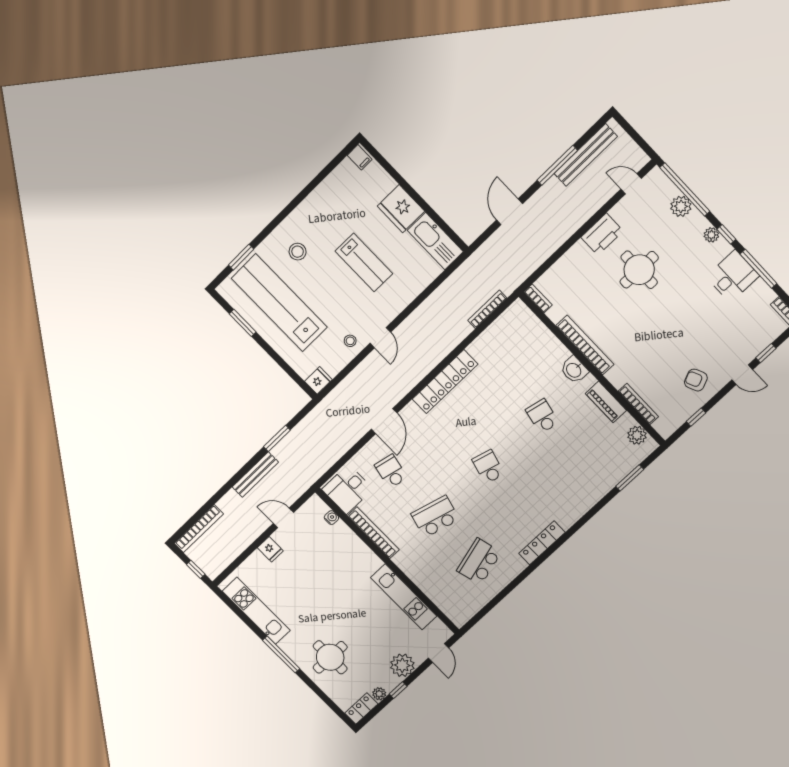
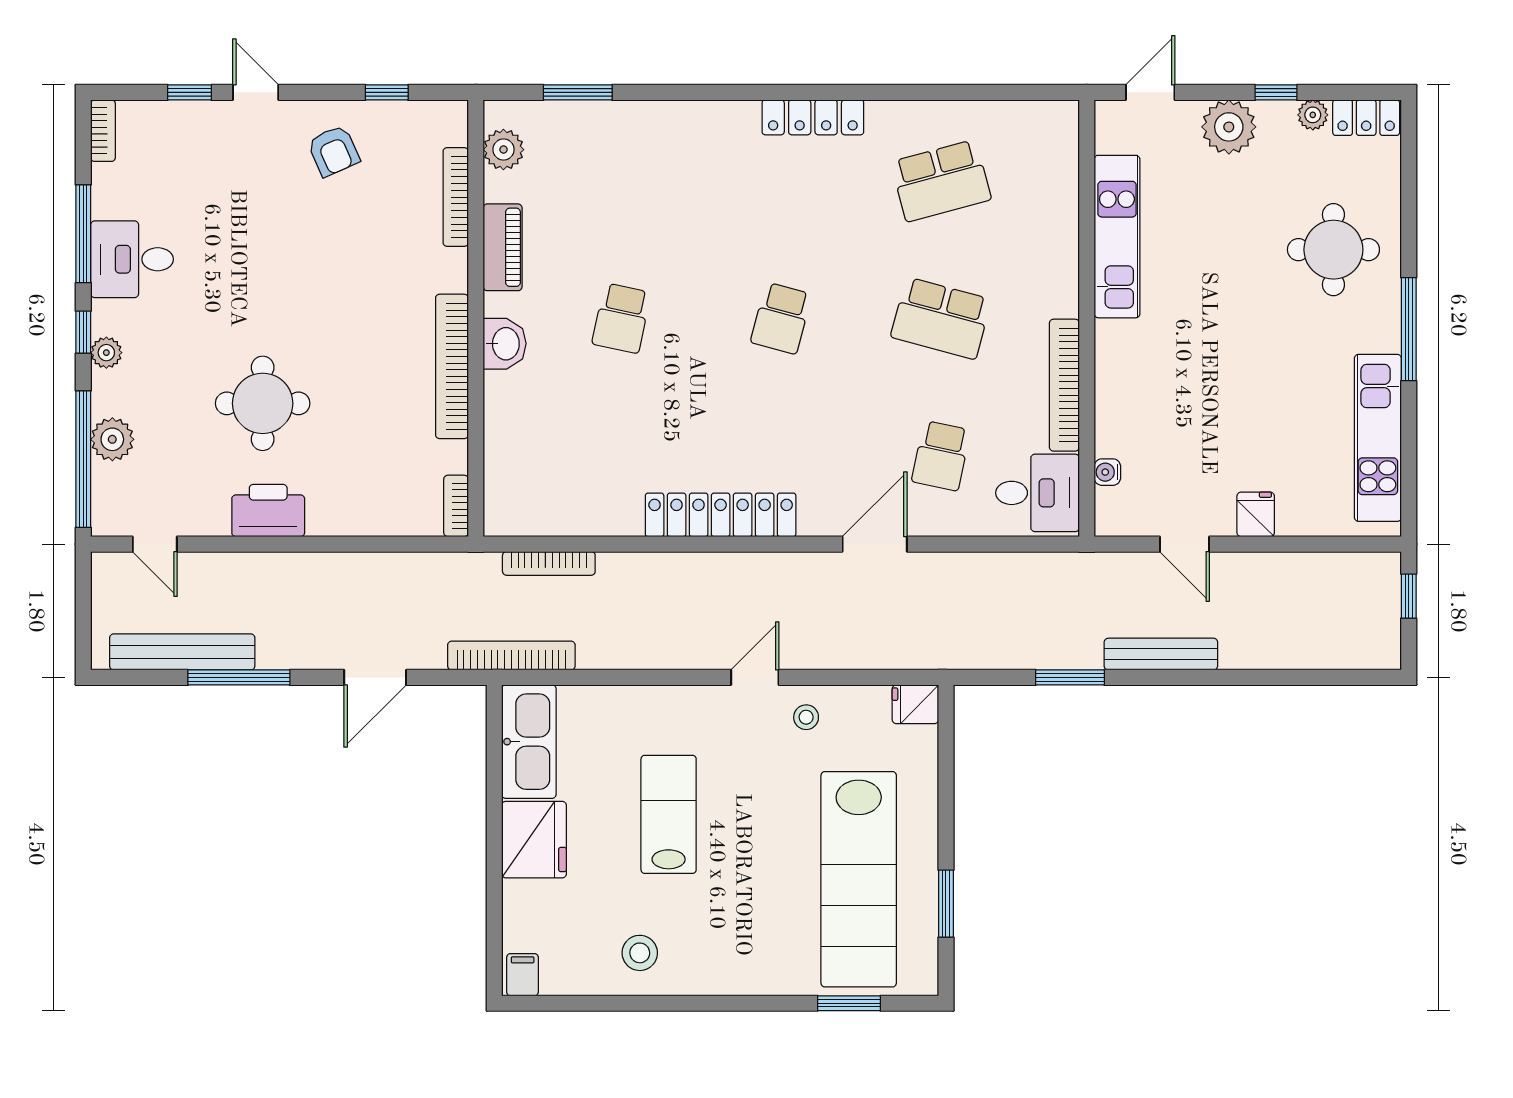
stool: (298, 252) -> (640, 953), moved
bookcase: (199, 529) -> (511, 656), moved

